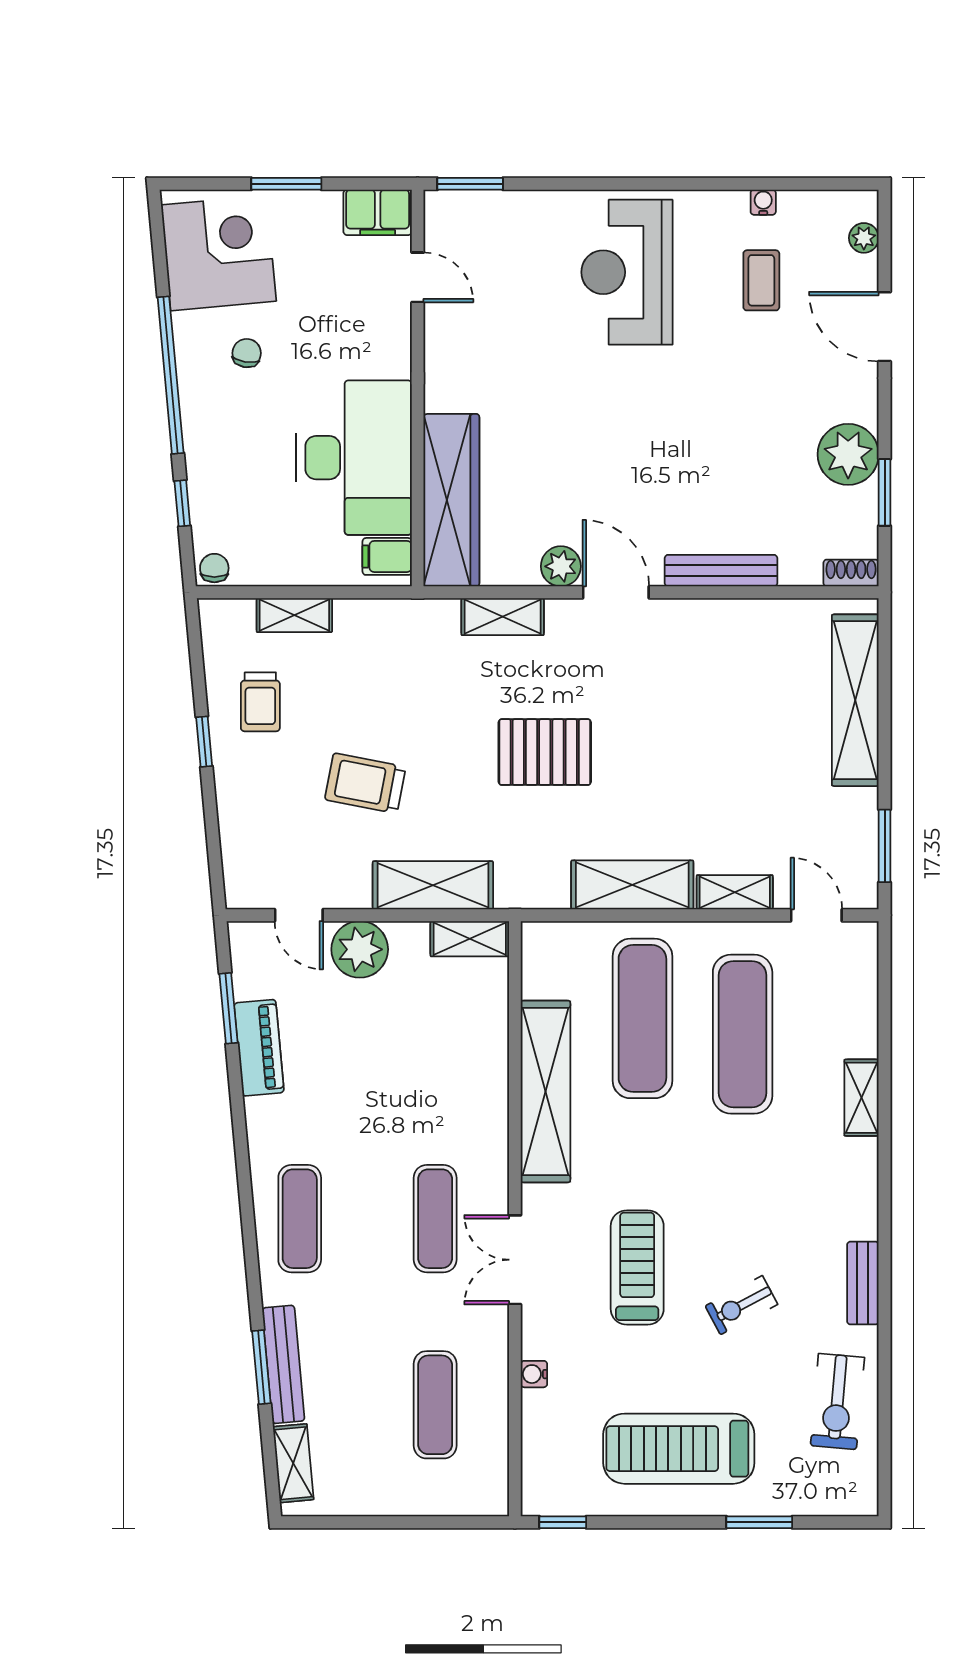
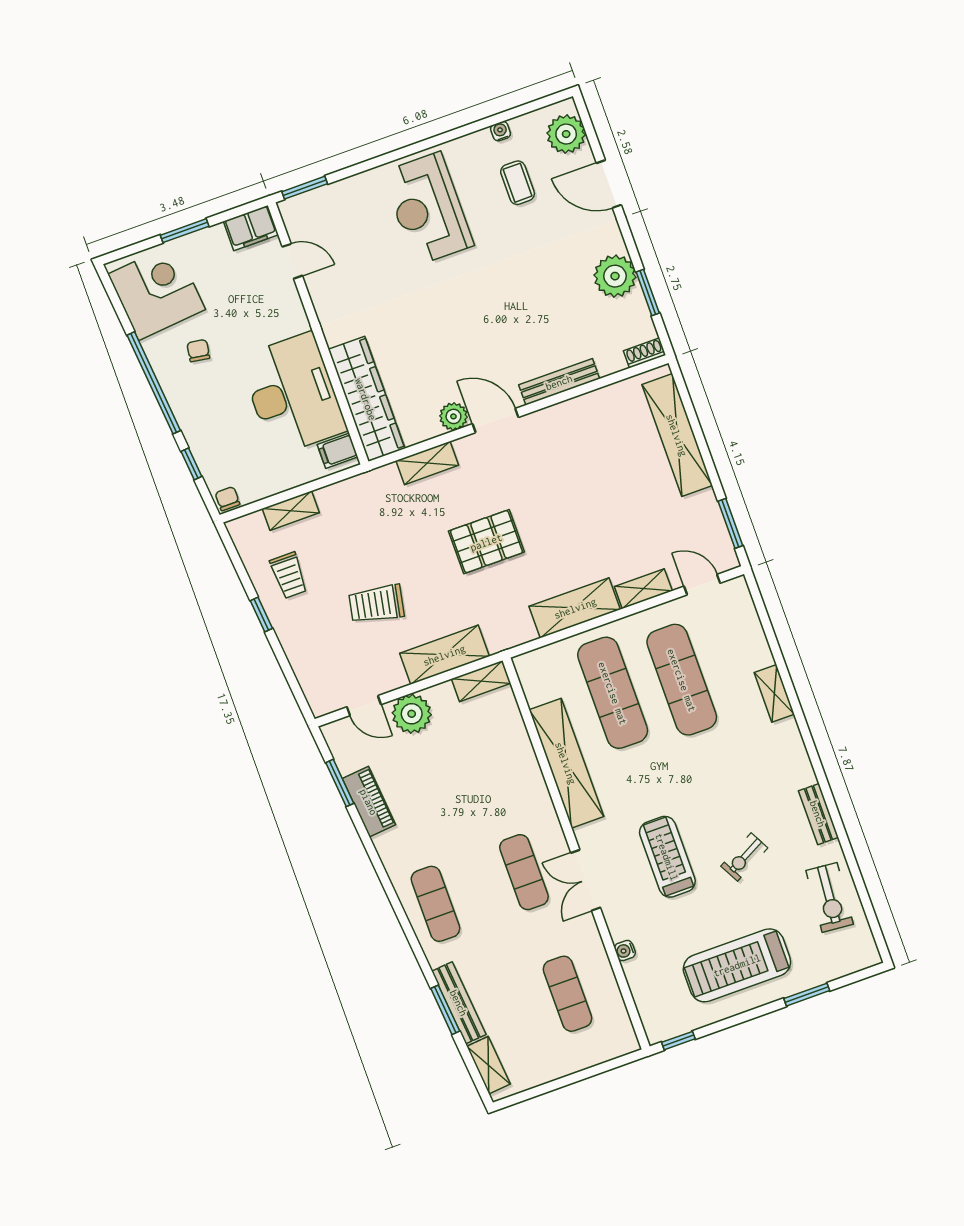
plant: (864, 238) -> (566, 134), width x1.88, depth x1.88

